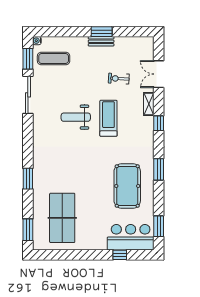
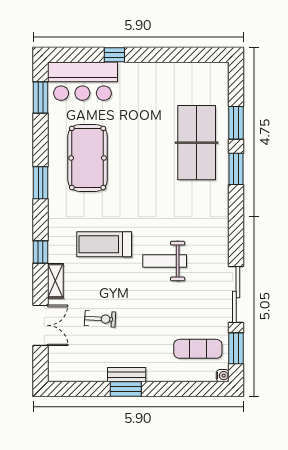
weight bench: (76, 117) -> (165, 261), turned 180
treadmill: (108, 118) -> (104, 244), moved, turned 90
table tennis table: (62, 218) -> (197, 143), moved
window: (28, 230) -> (236, 123), moved
window: (120, 255) -> (114, 55), moved

